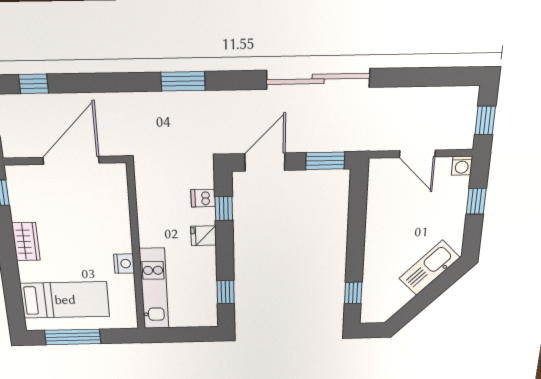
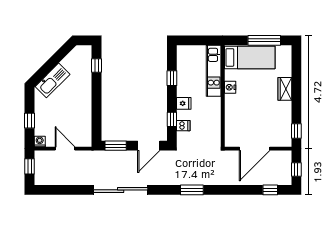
wardrobe: (26, 242) -> (285, 89), moved
window: (226, 292) -> (172, 78), moved
bed: (65, 300) -> (250, 57), moved, turned 180

